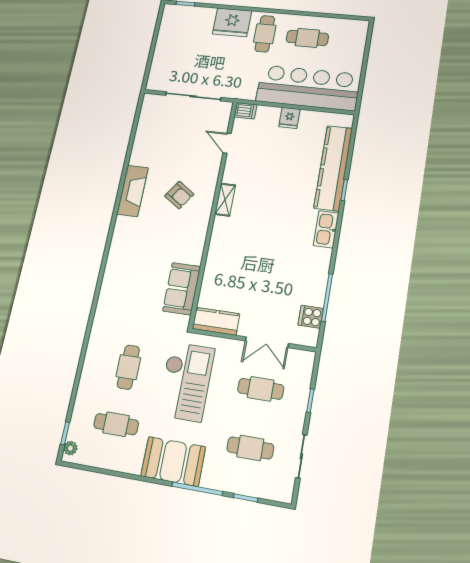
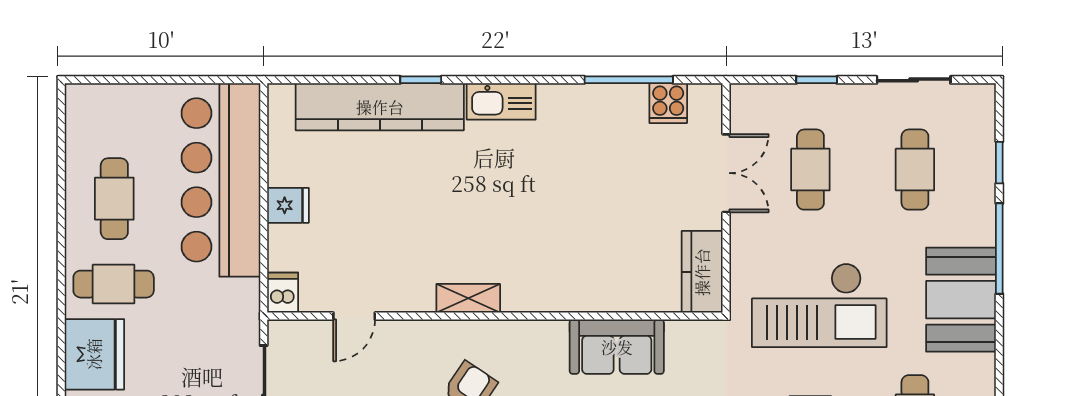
sofa: (182, 289) -> (617, 347), moved
checkout: (186, 382) -> (819, 305), turned 180

